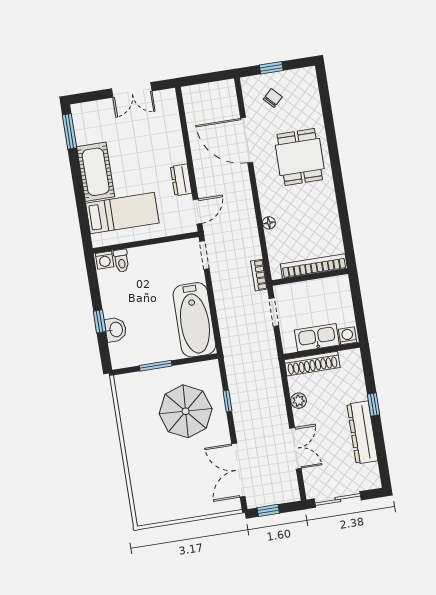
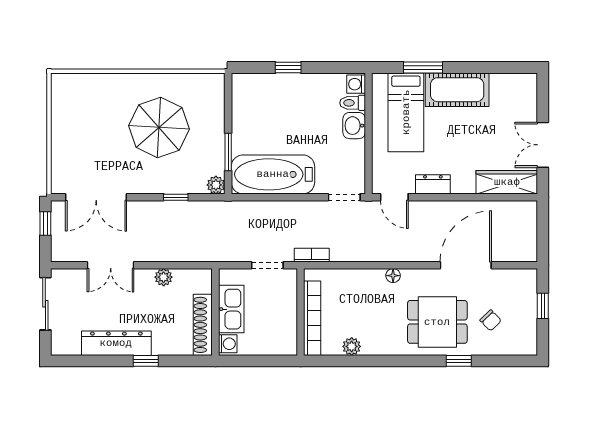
chair: (273, 98) -> (491, 320), moved
wardrobe: (169, 116) -> (507, 182), added
window: (70, 131) -> (423, 68), moved
window: (331, 133) -> (459, 361), added
floor lamp: (269, 223) -> (393, 276), moved
plant: (333, 228) -> (352, 346), added
washbasin: (116, 330) -> (354, 126), moved, turned 90
shoe rack: (312, 364) -> (203, 325), moved
window: (156, 366) -> (228, 152), moved
plant: (211, 368) -> (216, 185), added
parasol: (186, 411) -> (159, 127), moved
double door: (238, 470) -> (96, 197), swing flipped

